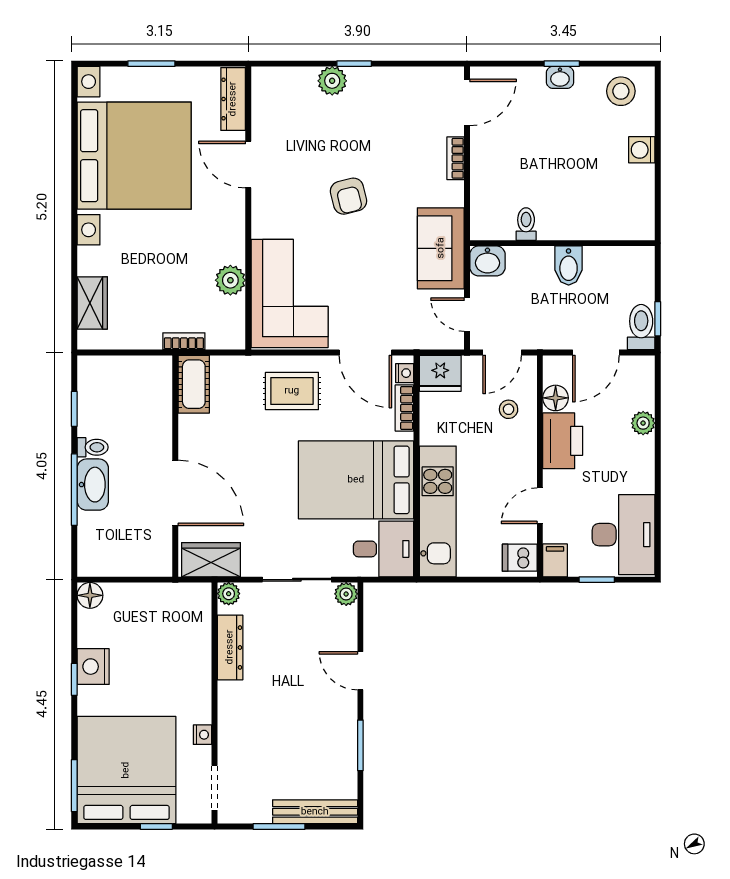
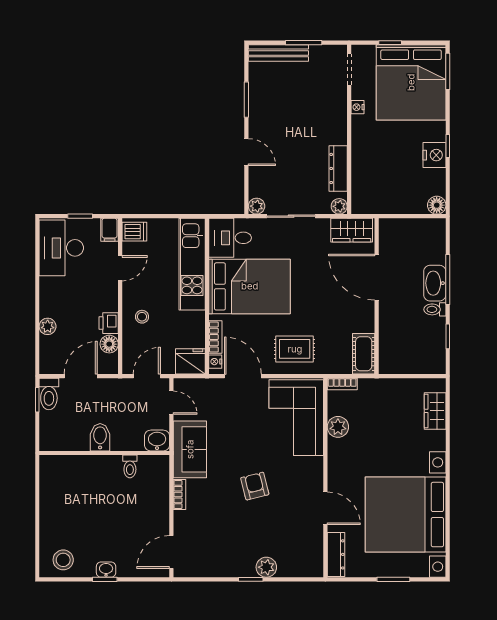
washing machine: (642, 150) -> (48, 519), removed
bookcase: (456, 158) -> (179, 495), moved
bookcase: (184, 341) -> (342, 384), moved
stool: (509, 409) -> (142, 317), moved
printer: (563, 441) -> (109, 323), width x0.53, depth x0.68

